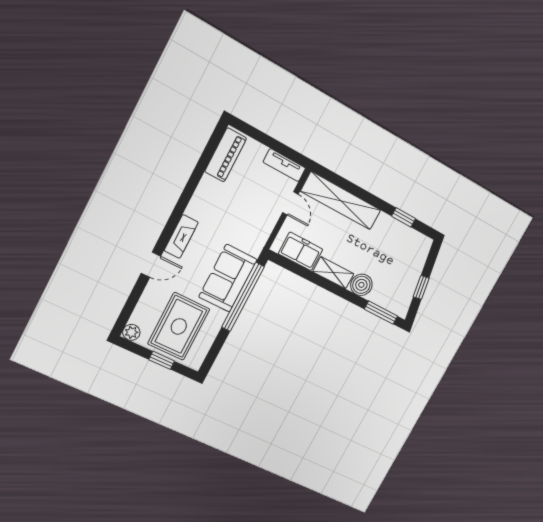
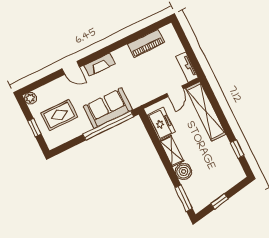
piano: (226, 155) -> (146, 43), moved
rug: (179, 326) -> (59, 115), width x0.73, depth x0.70

